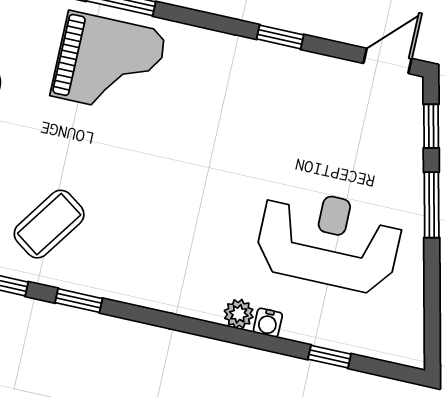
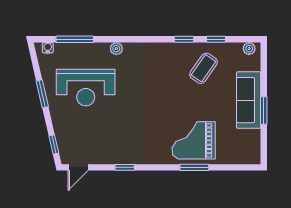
window: (432, 205) -> (42, 94), moved
water cooler: (268, 323) -> (48, 48), moved
window: (329, 357) -> (75, 39), width x2.17

